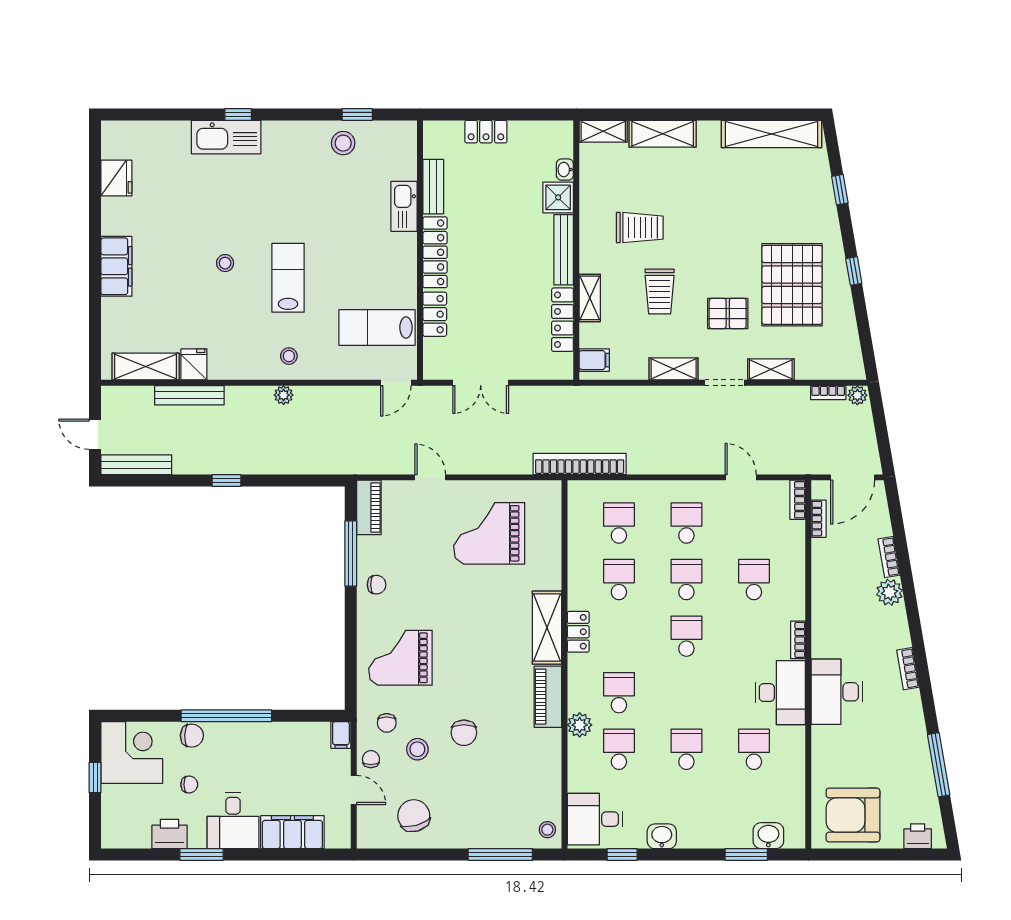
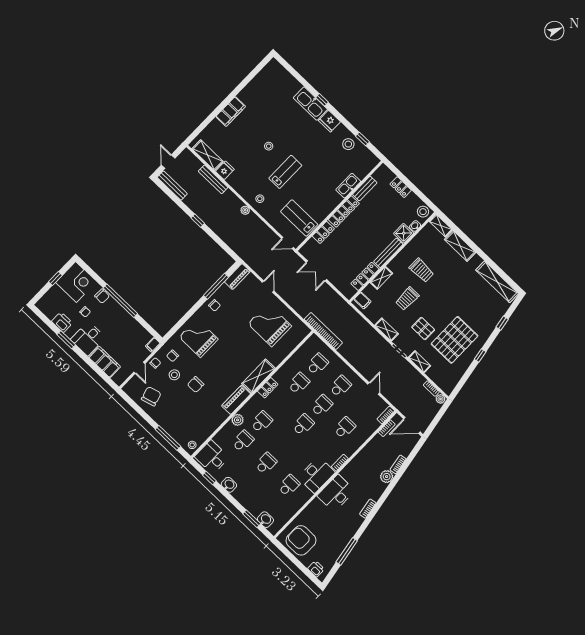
stool: (556, 136) -> (423, 212), added
fridge: (116, 178) -> (329, 121), moved, turned 90

